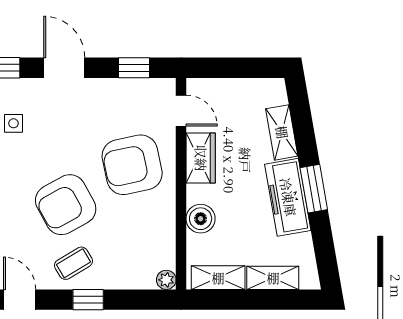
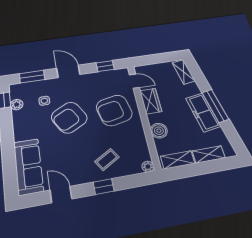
shelving: (282, 132) -> (184, 72), moved
window: (314, 189) -> (215, 106), width x1.44
armchair: (66, 205) -> (69, 118), moved
coffee table: (73, 263) -> (107, 159), moved

